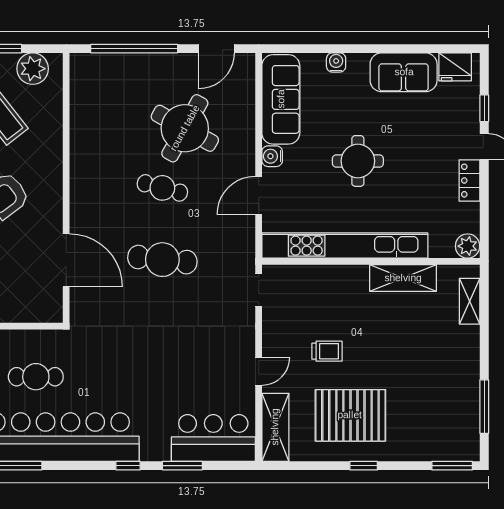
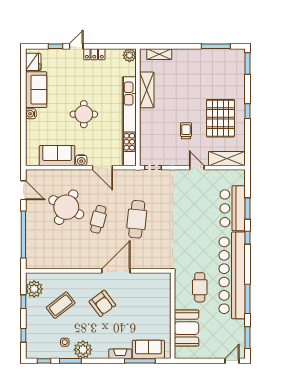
water cooler: (336, 62) -> (31, 114), moved
sofa: (281, 99) -> (57, 156), width x0.73
door: (66, 260) -> (116, 271), moved
bar counter: (213, 438) -> (233, 208), moved

